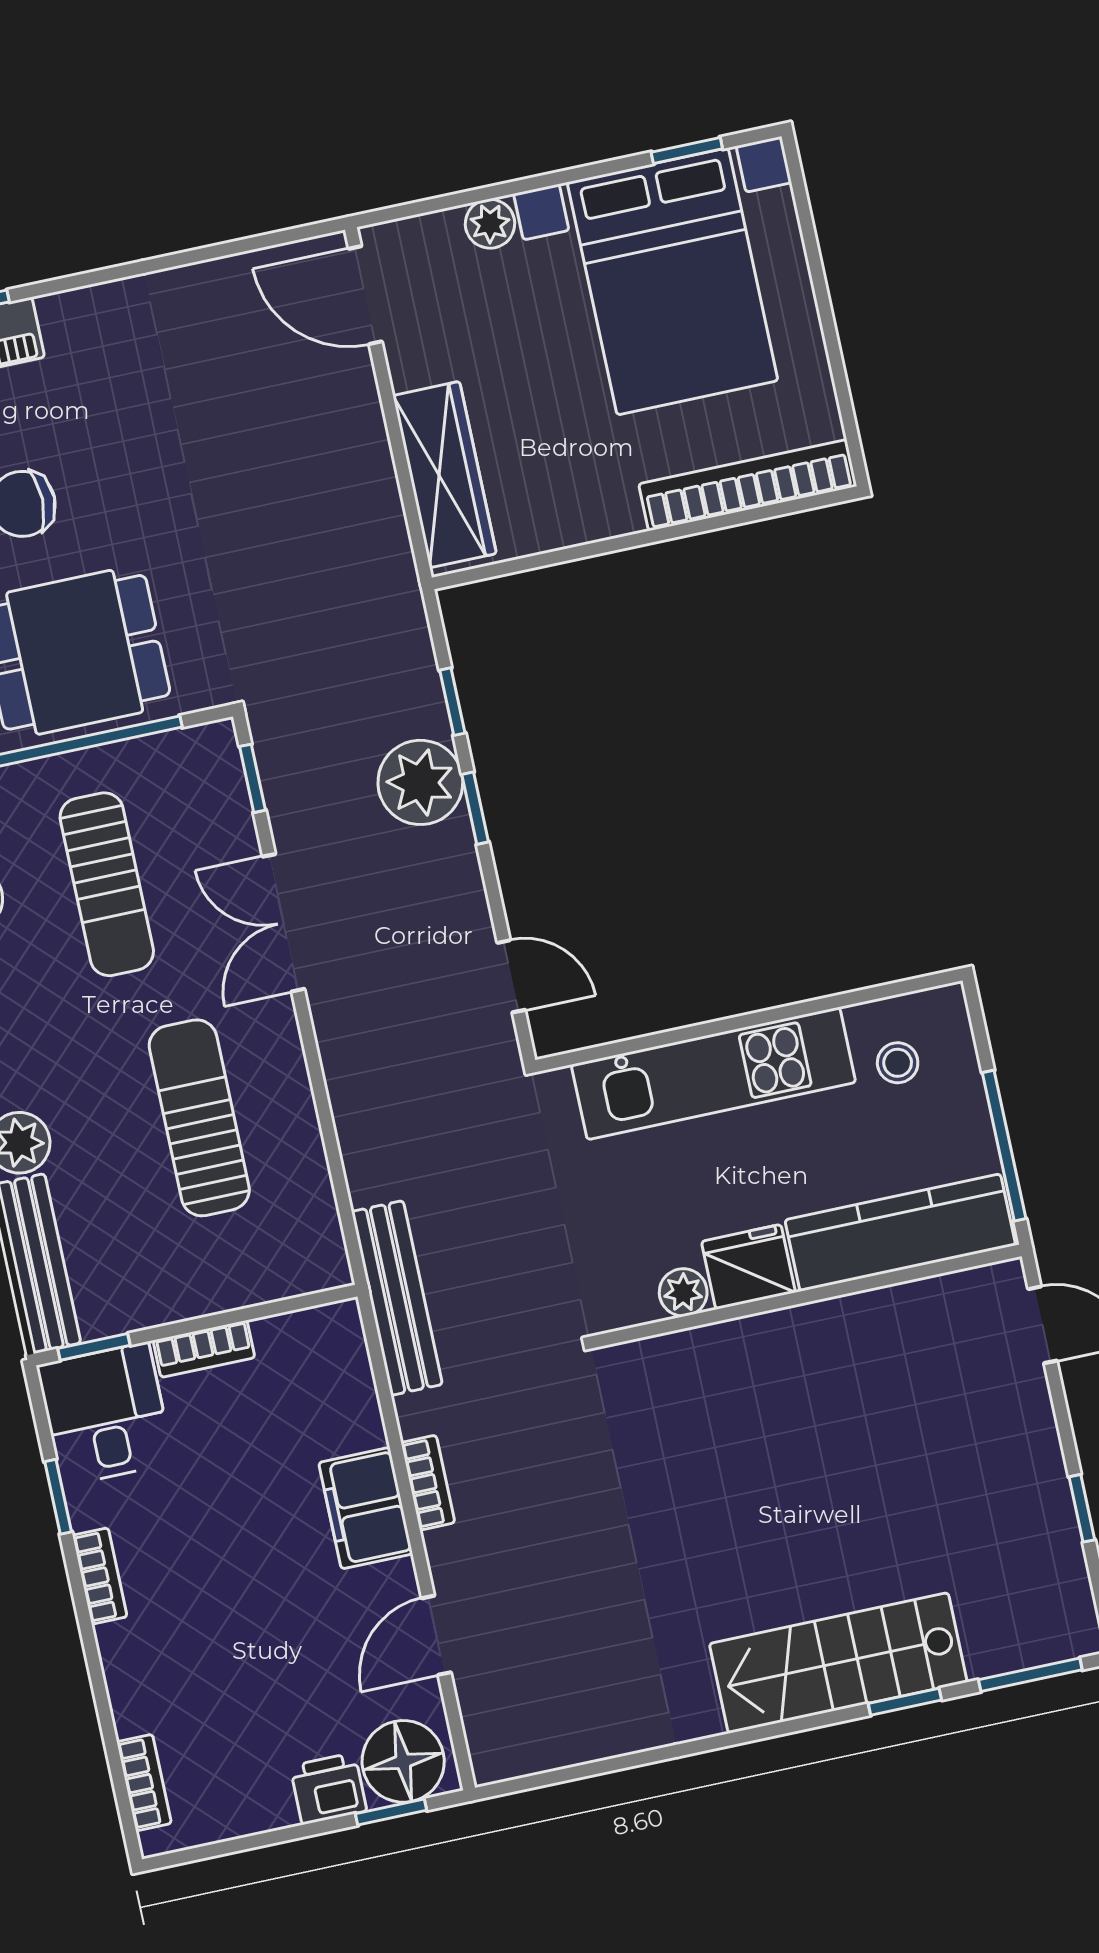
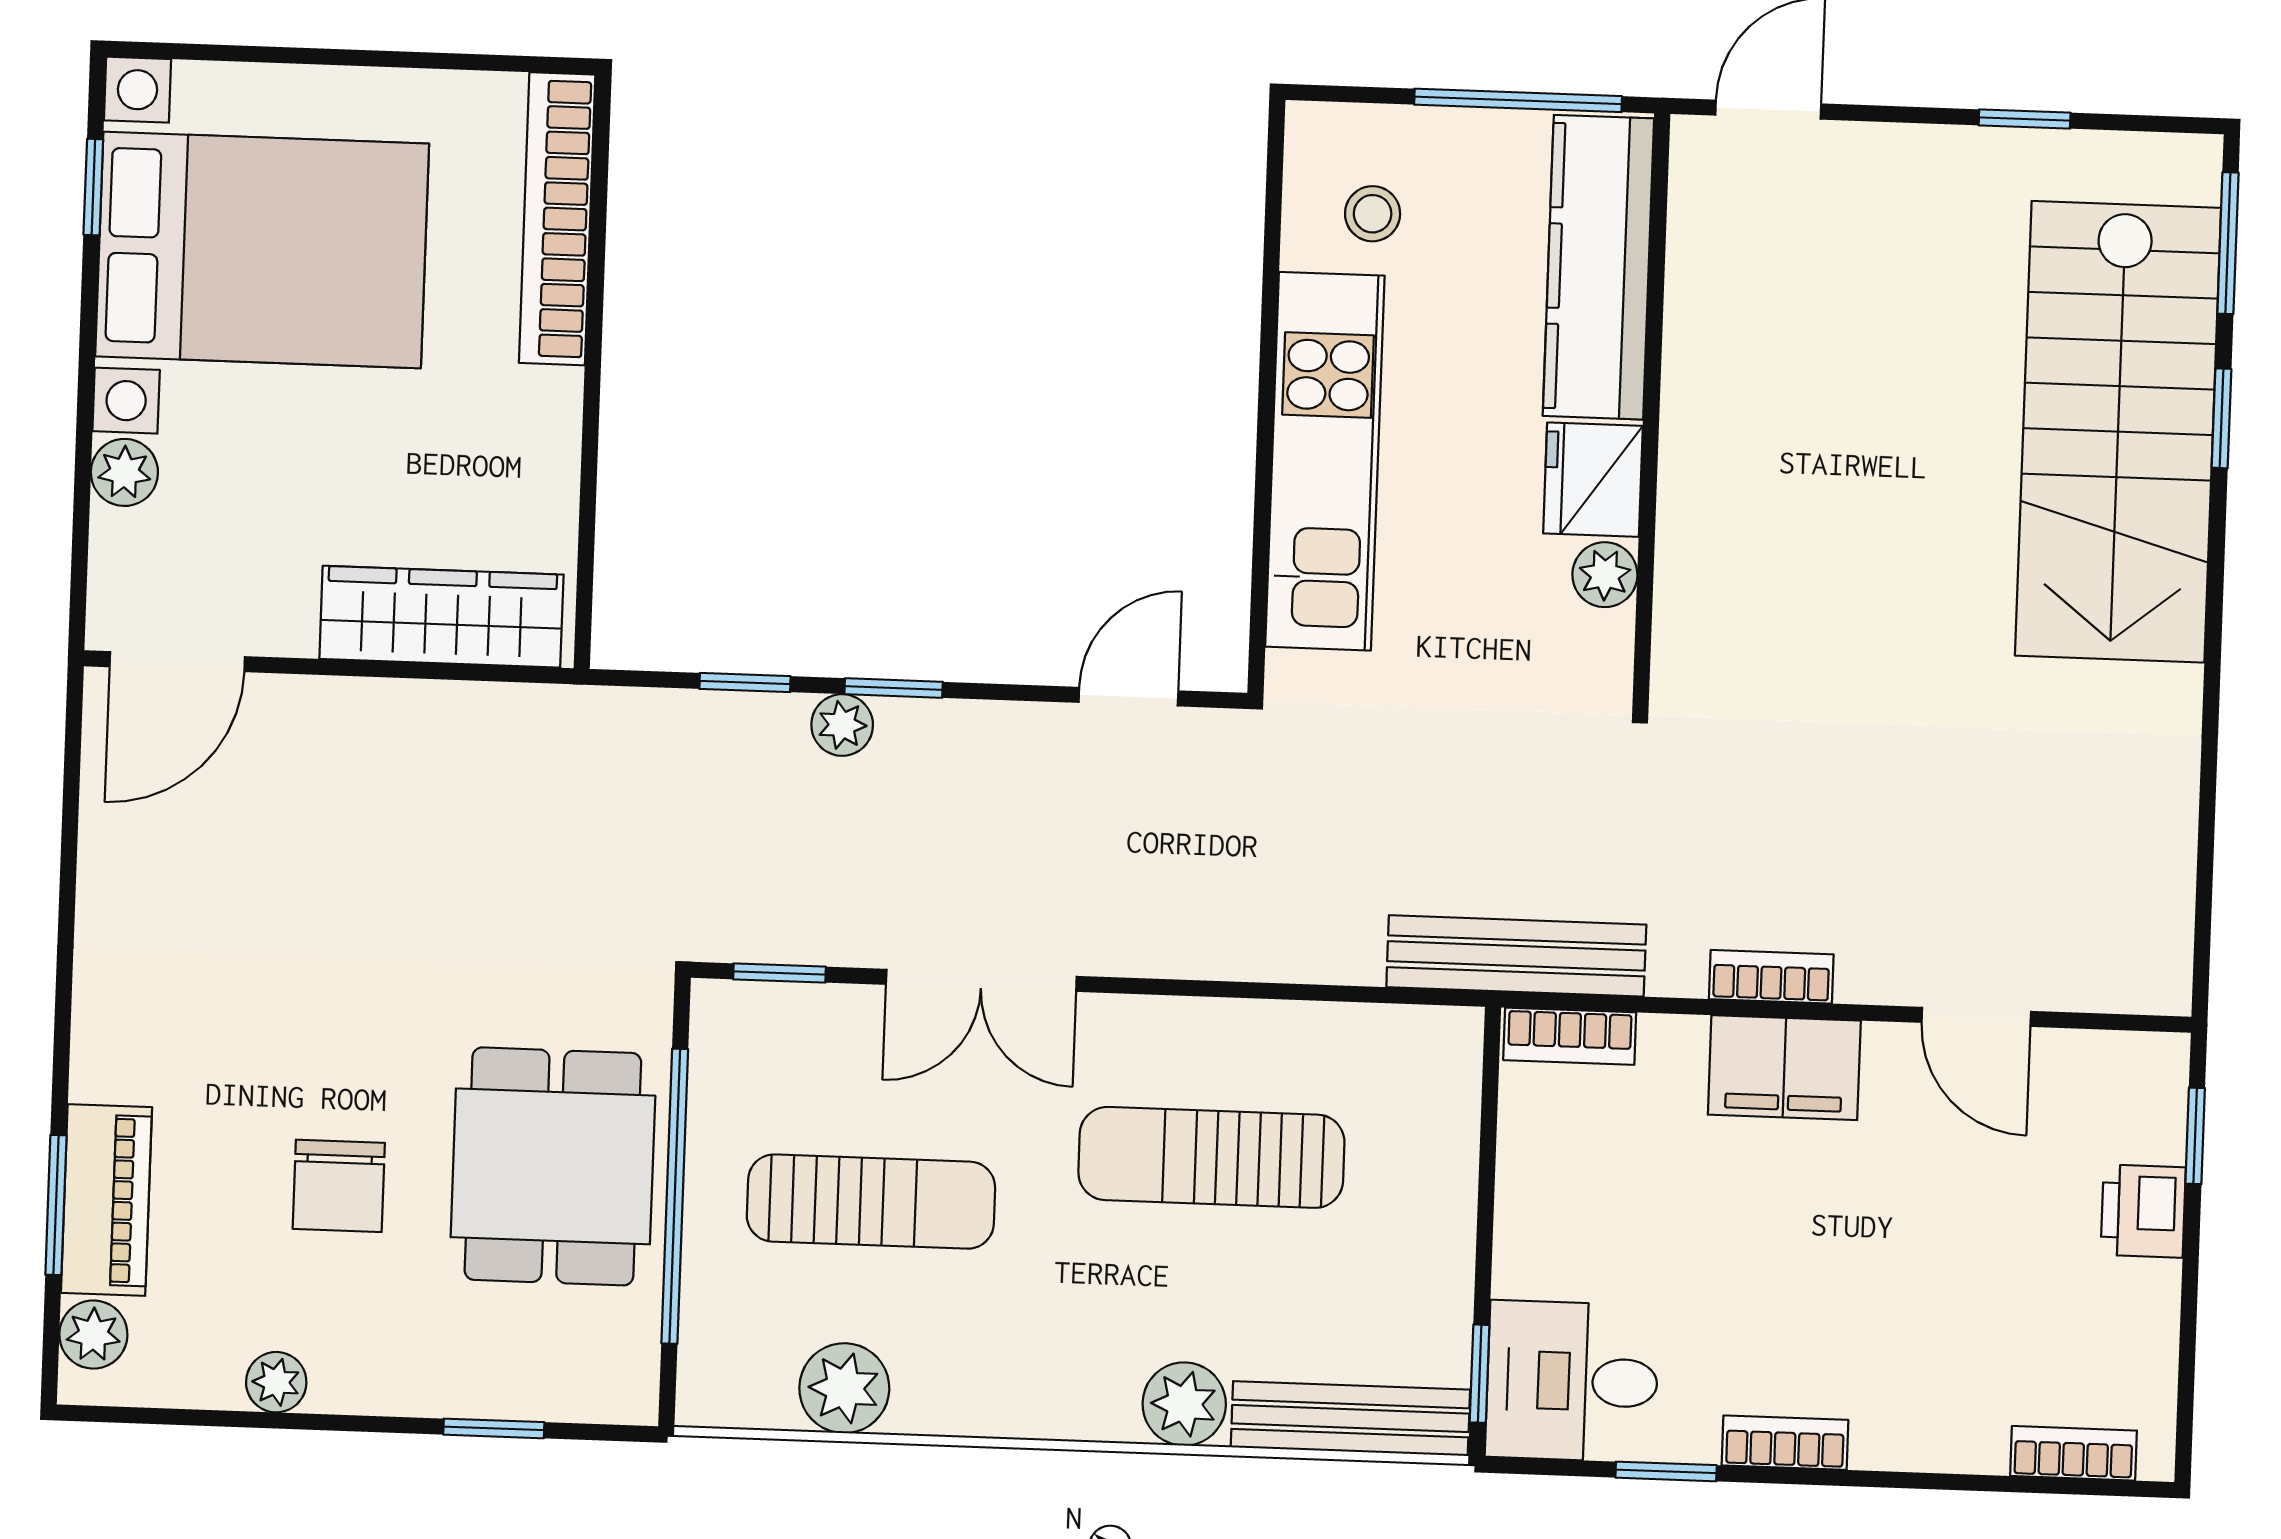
plant: (420, 782) -> (842, 725), width x0.53, depth x0.53
bookcase: (204, 1349) -> (1570, 1036), moved, turned 90
stairs: (838, 1663) -> (2118, 432), width x1.36, depth x1.51
floor lamp: (403, 1761) -> (2132, 1103), removed

